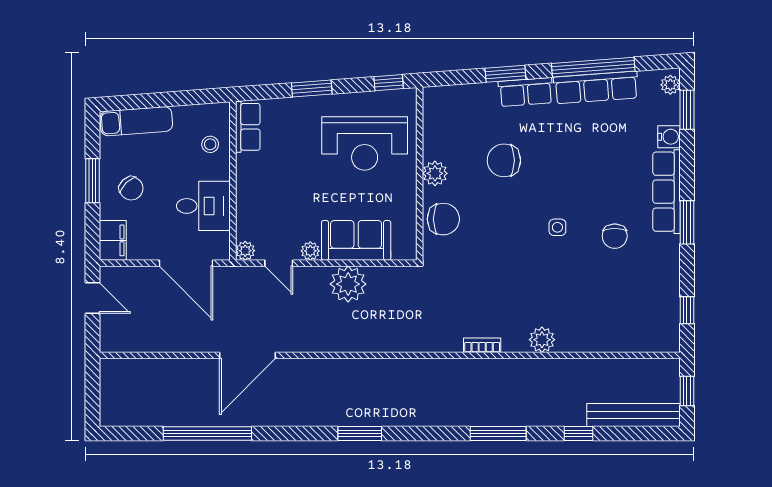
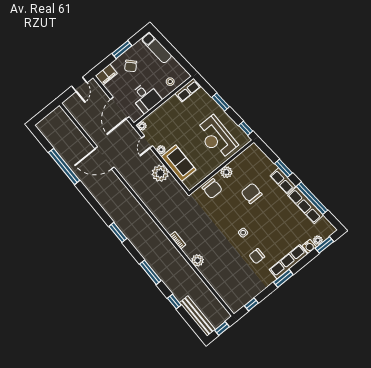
plant: (670, 85) -> (318, 240), moved
window: (360, 433) -> (118, 232), moved

